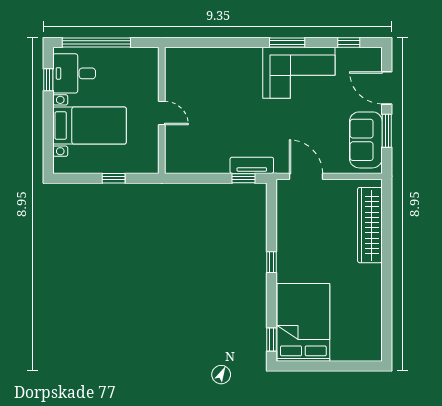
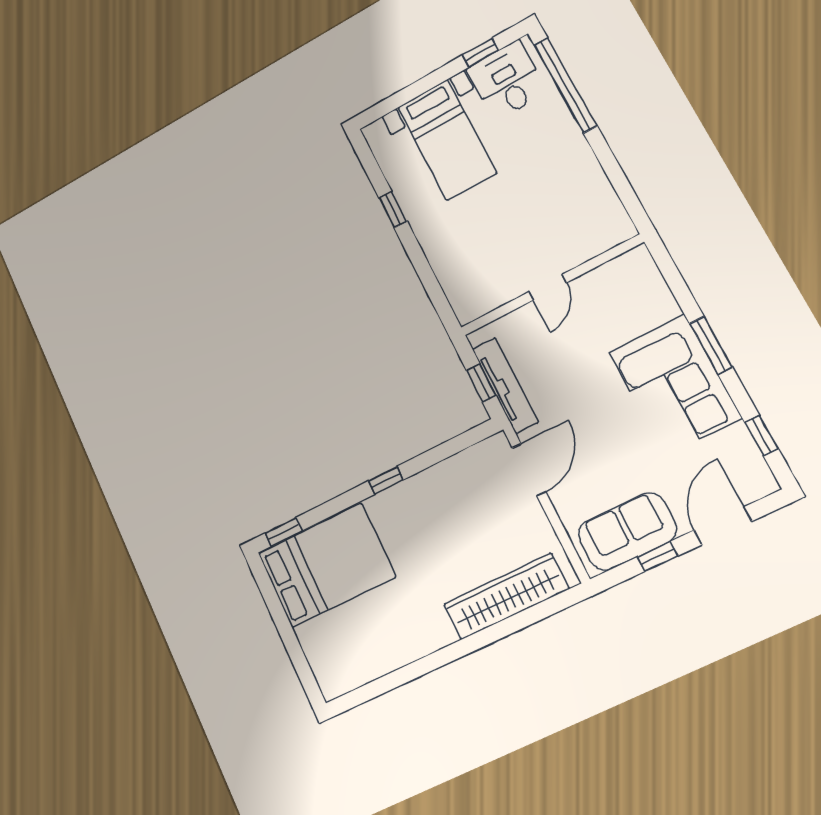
wall: (162, 110) -> (551, 285), moved
door: (162, 113) -> (548, 287), moved
window: (387, 131) -> (657, 556), width x0.67
tv unit: (252, 165) -> (505, 385), width x1.41

